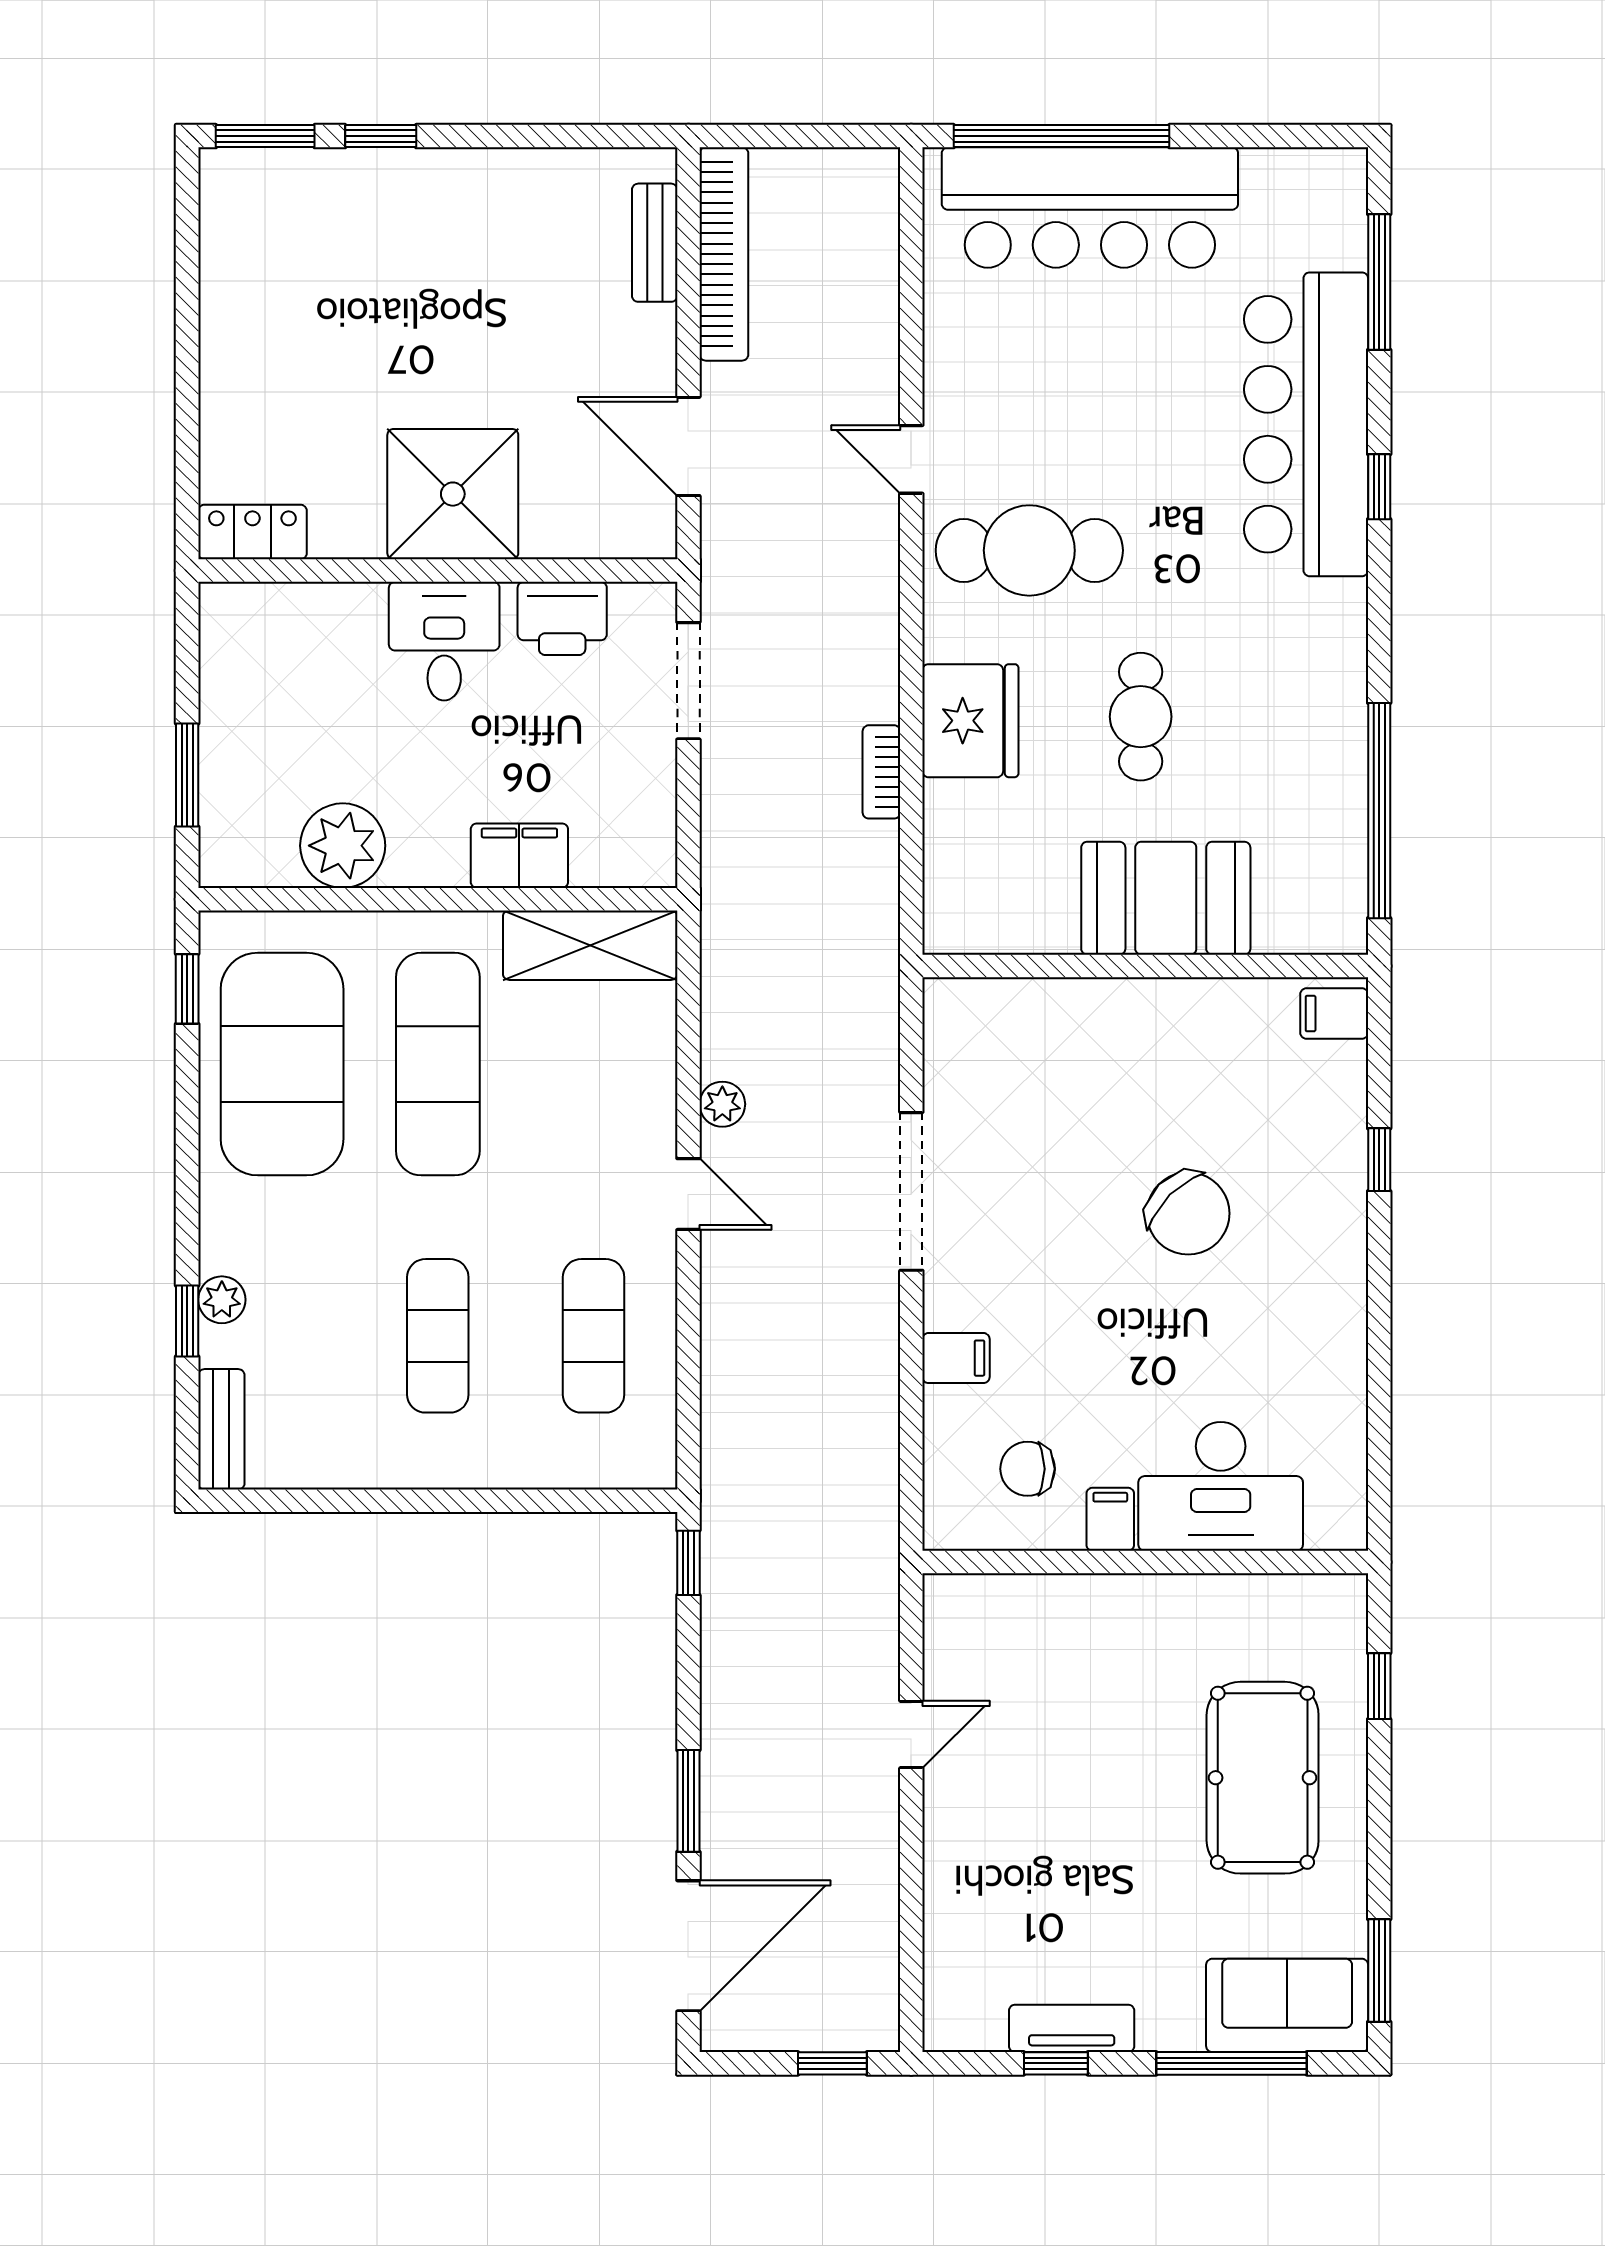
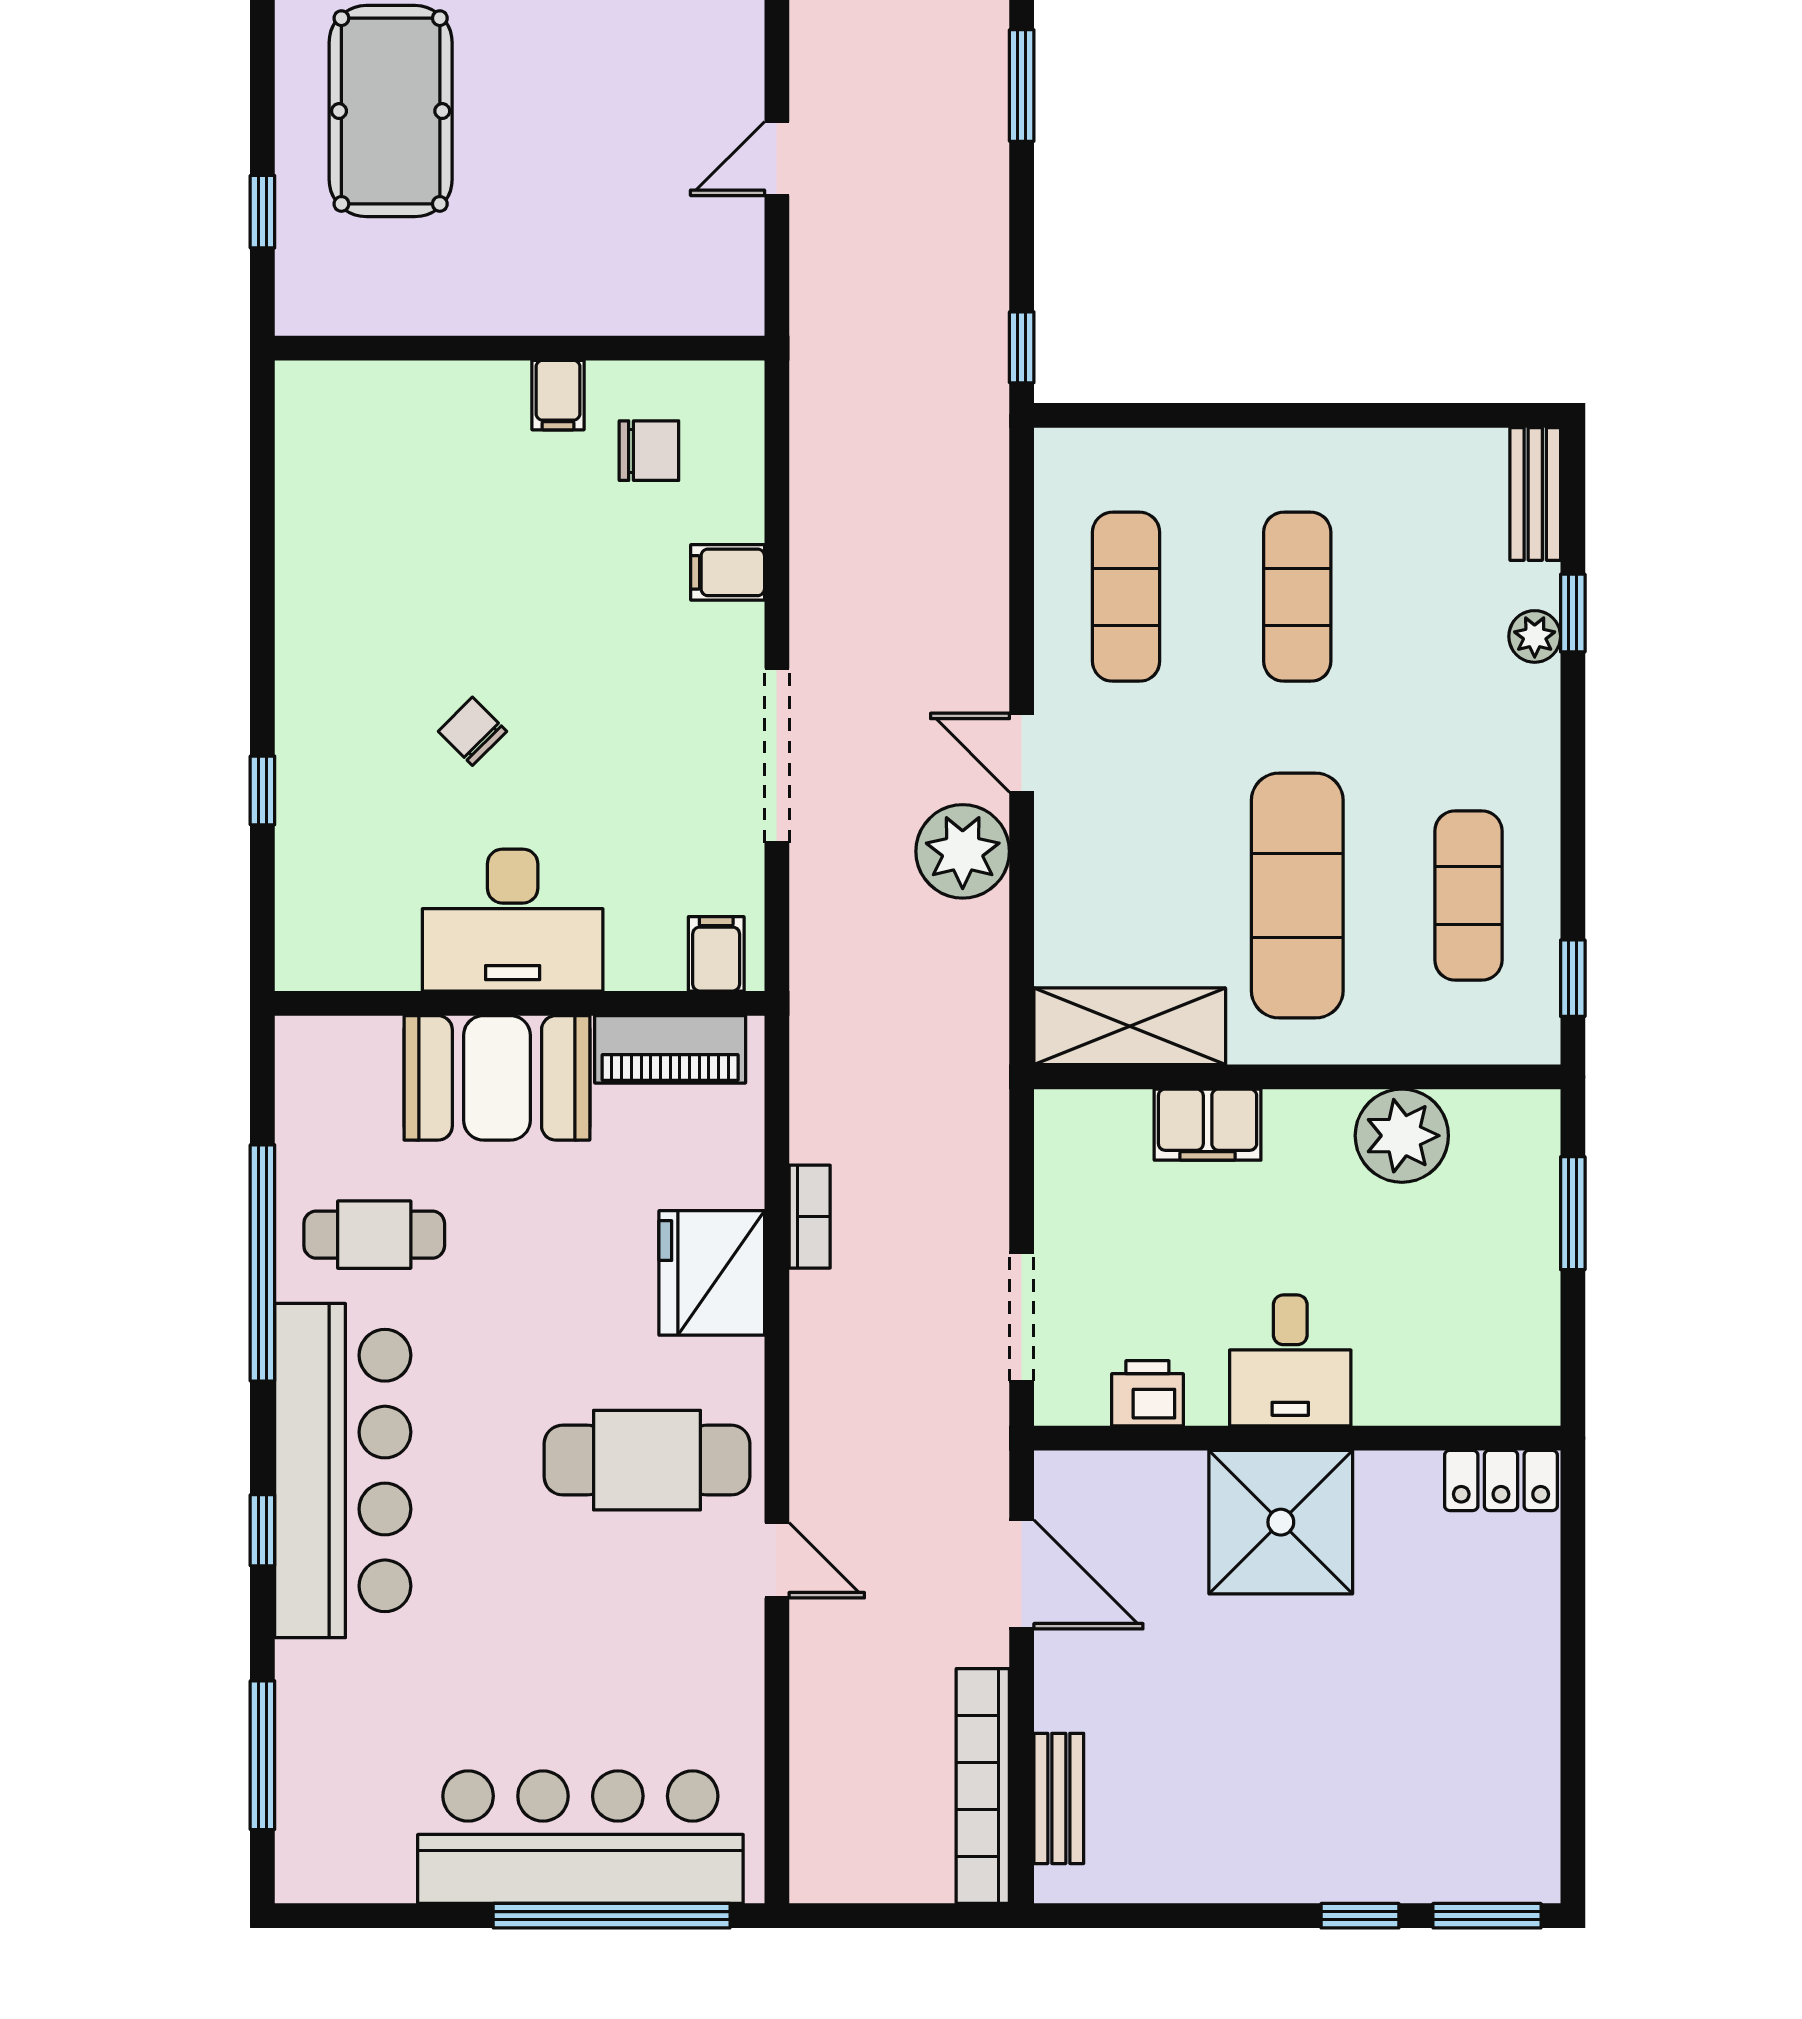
bar counter: (1306, 424) -> (343, 1471), moved
printer: (562, 618) -> (1147, 1393), width x0.73, depth x0.81
cafe table: (1141, 717) -> (374, 1235), moved, turned 90
window: (1379, 811) -> (262, 1263), moved
piano: (1008, 924) -> (670, 1049), added
filing cabinet: (1334, 1014) -> (716, 954), moved, turned -90
exercise mat: (282, 1064) -> (1468, 895), width x0.50, depth x0.69
plant: (722, 1104) -> (963, 851), width x1.87, depth x1.87
chair: (1188, 1213) -> (472, 731), width x0.54, depth x0.54
desk: (1221, 1486) -> (513, 920), moved, turned 180

